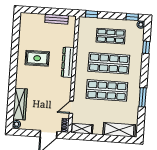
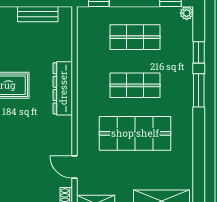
shop shelf: (109, 63) -> (135, 85), width x0.70, depth x0.74
window: (143, 97) -> (199, 90), moved
door: (71, 107) -> (74, 167), hinge flipped

